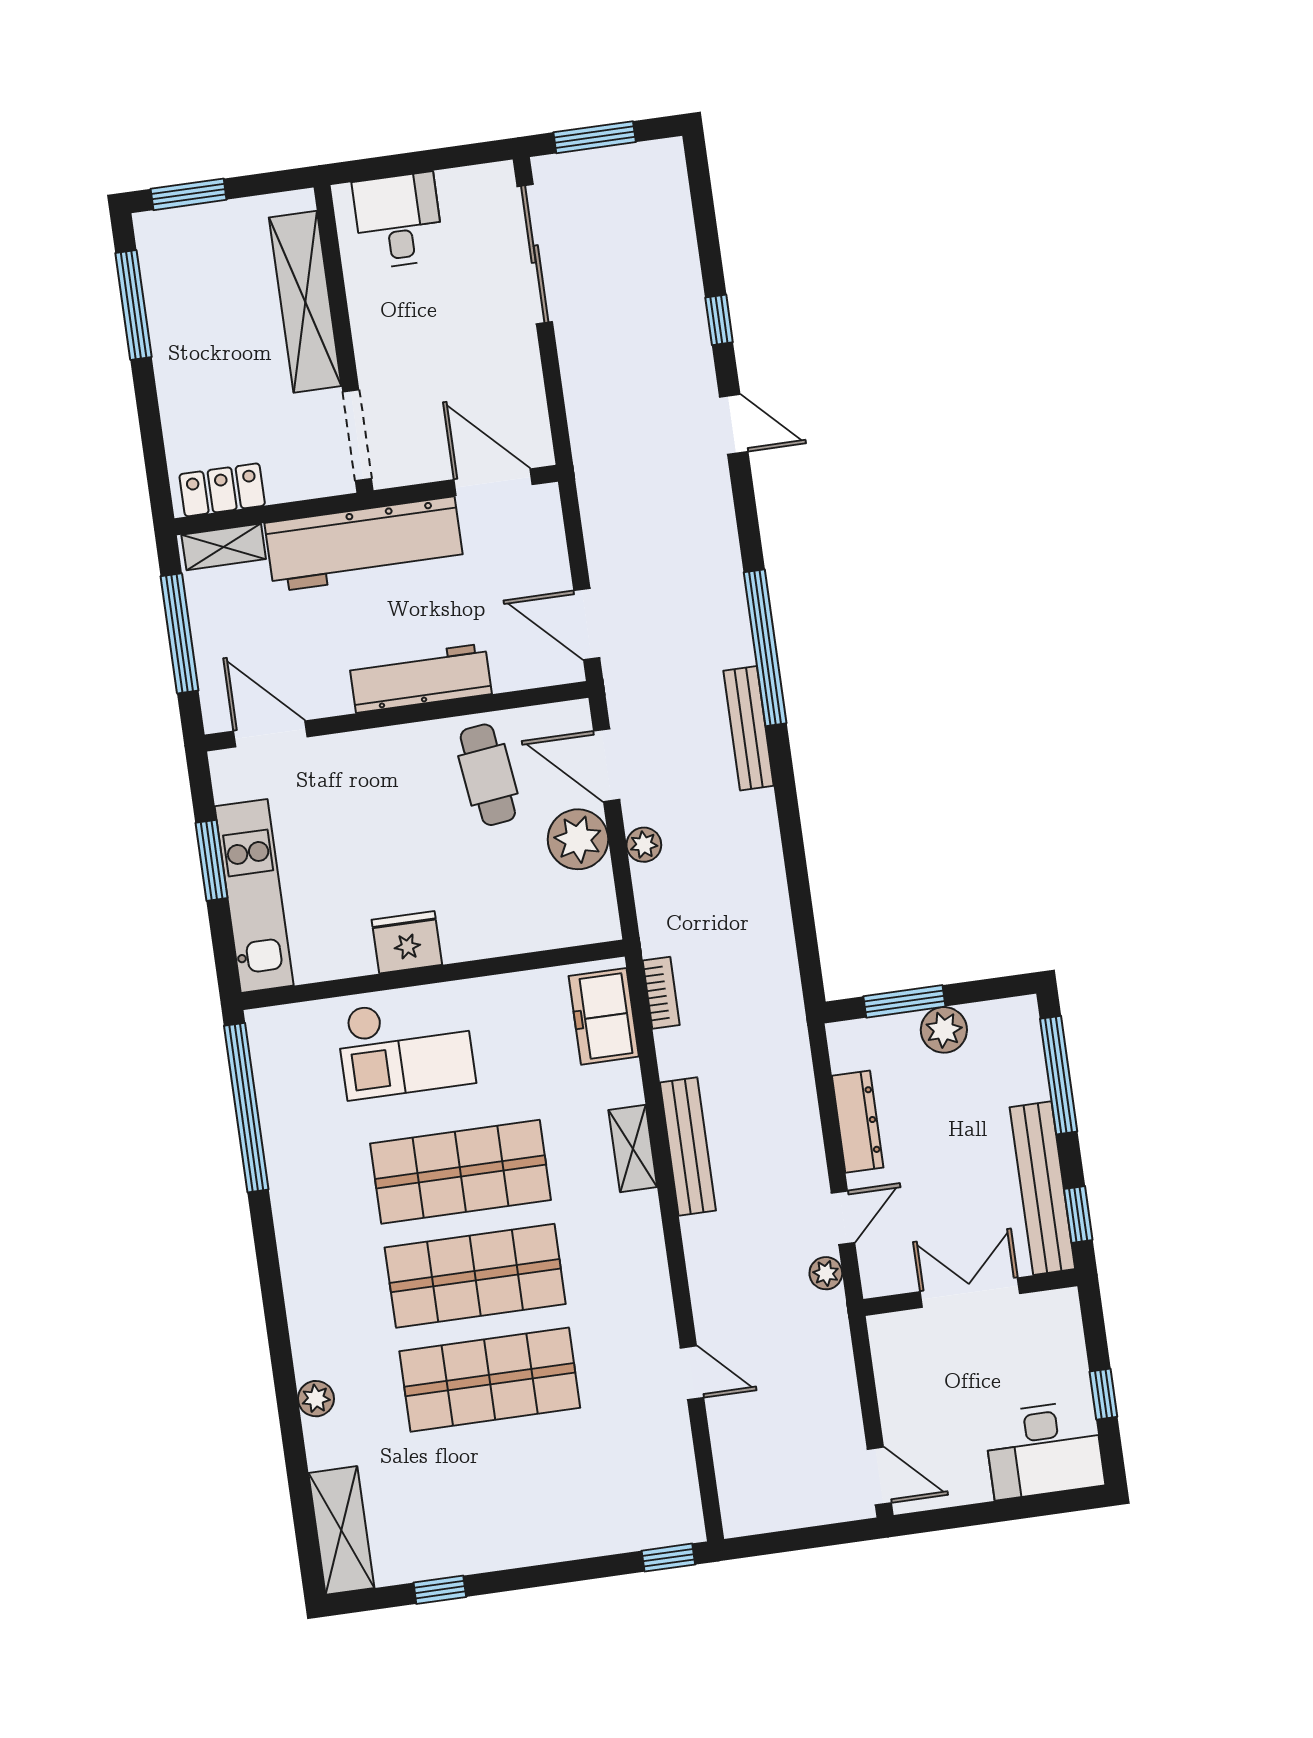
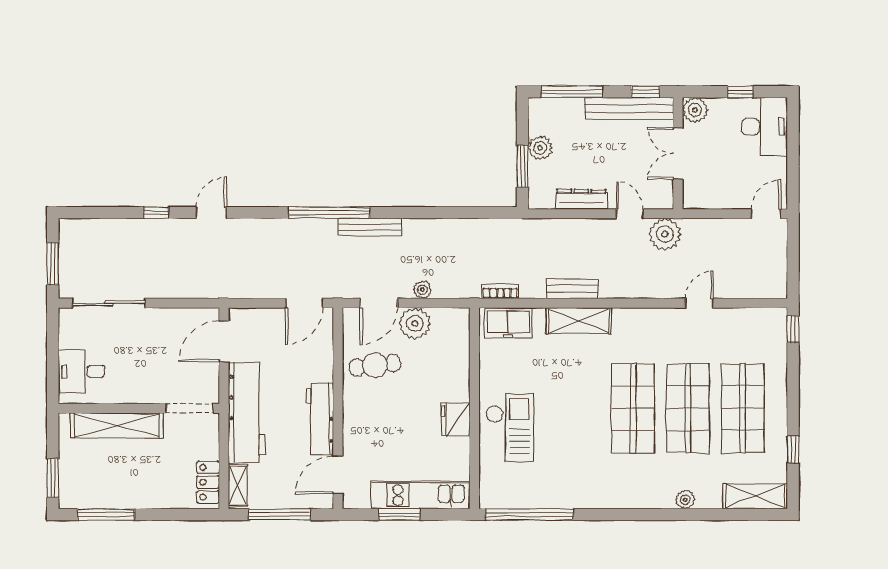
workbench: (420, 678) -> (320, 419), moved
bench: (688, 1147) -> (572, 289), width x0.73
shelving: (633, 1149) -> (579, 321), width x1.50, depth x1.33
shop shelf: (461, 1172) -> (743, 408), moved
plant: (826, 1273) -> (665, 234), width x1.88, depth x1.88
plant: (1057, 1313) -> (695, 110), added

